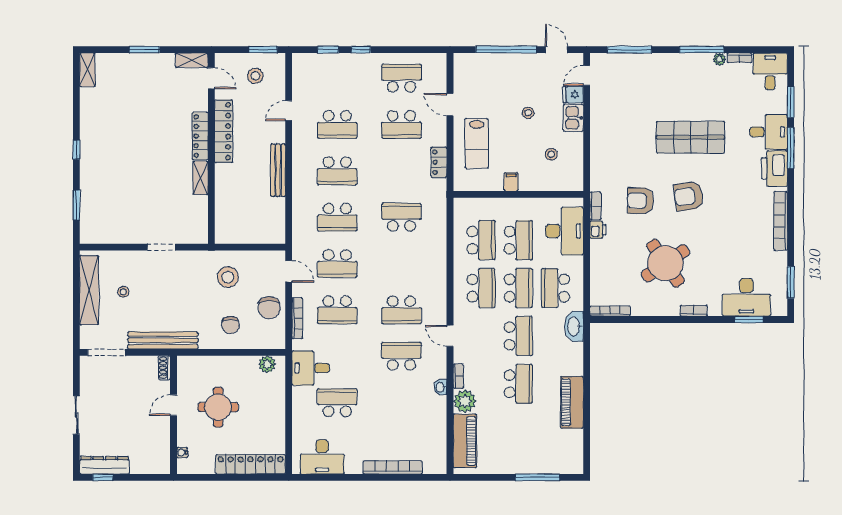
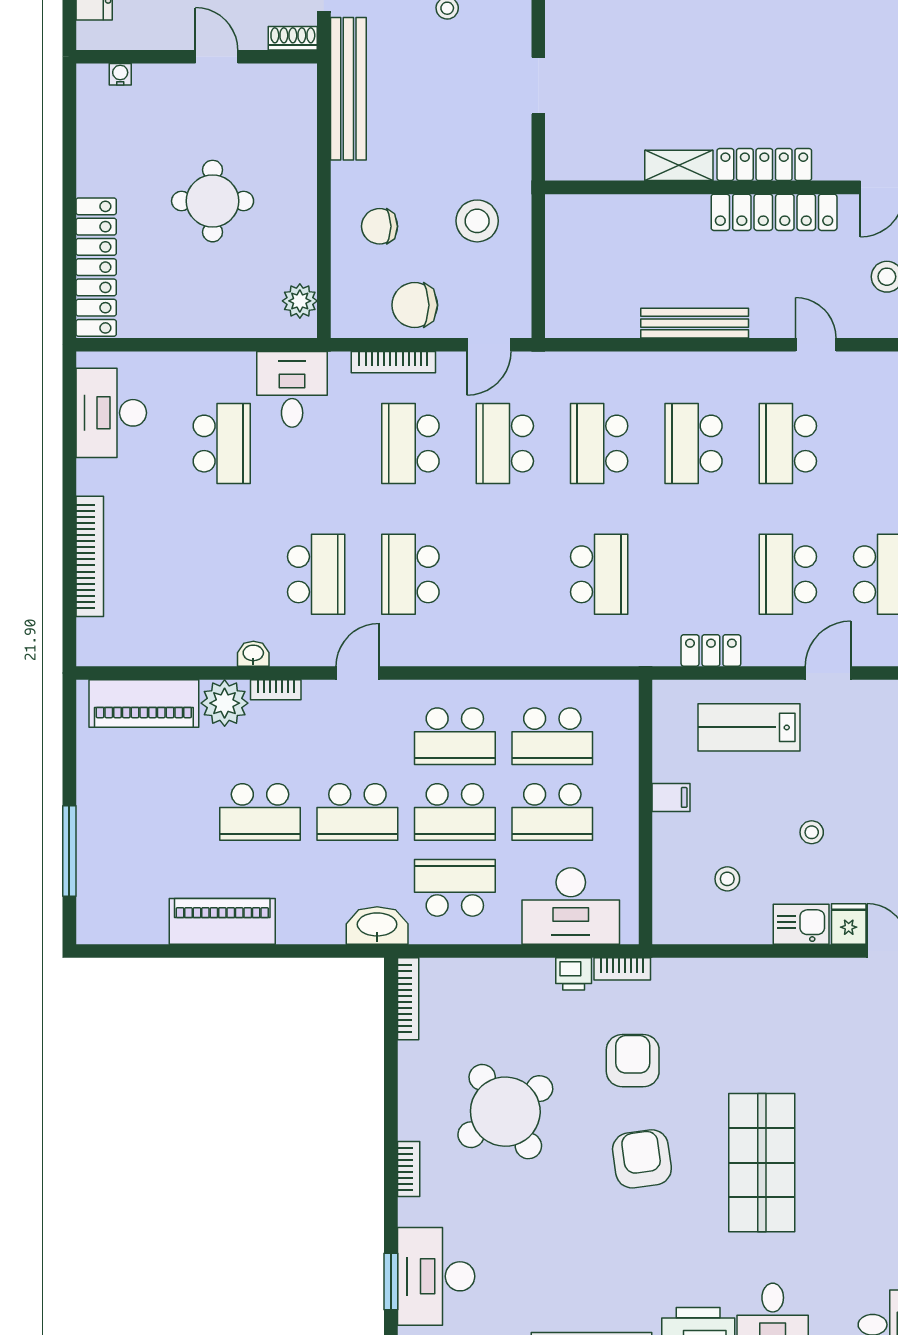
shoe rack: (164, 368) -> (293, 38), moved
door: (173, 405) -> (217, 57), moved
wall: (173, 415) -> (197, 57), moved
water cooler: (182, 452) -> (120, 74), moved

